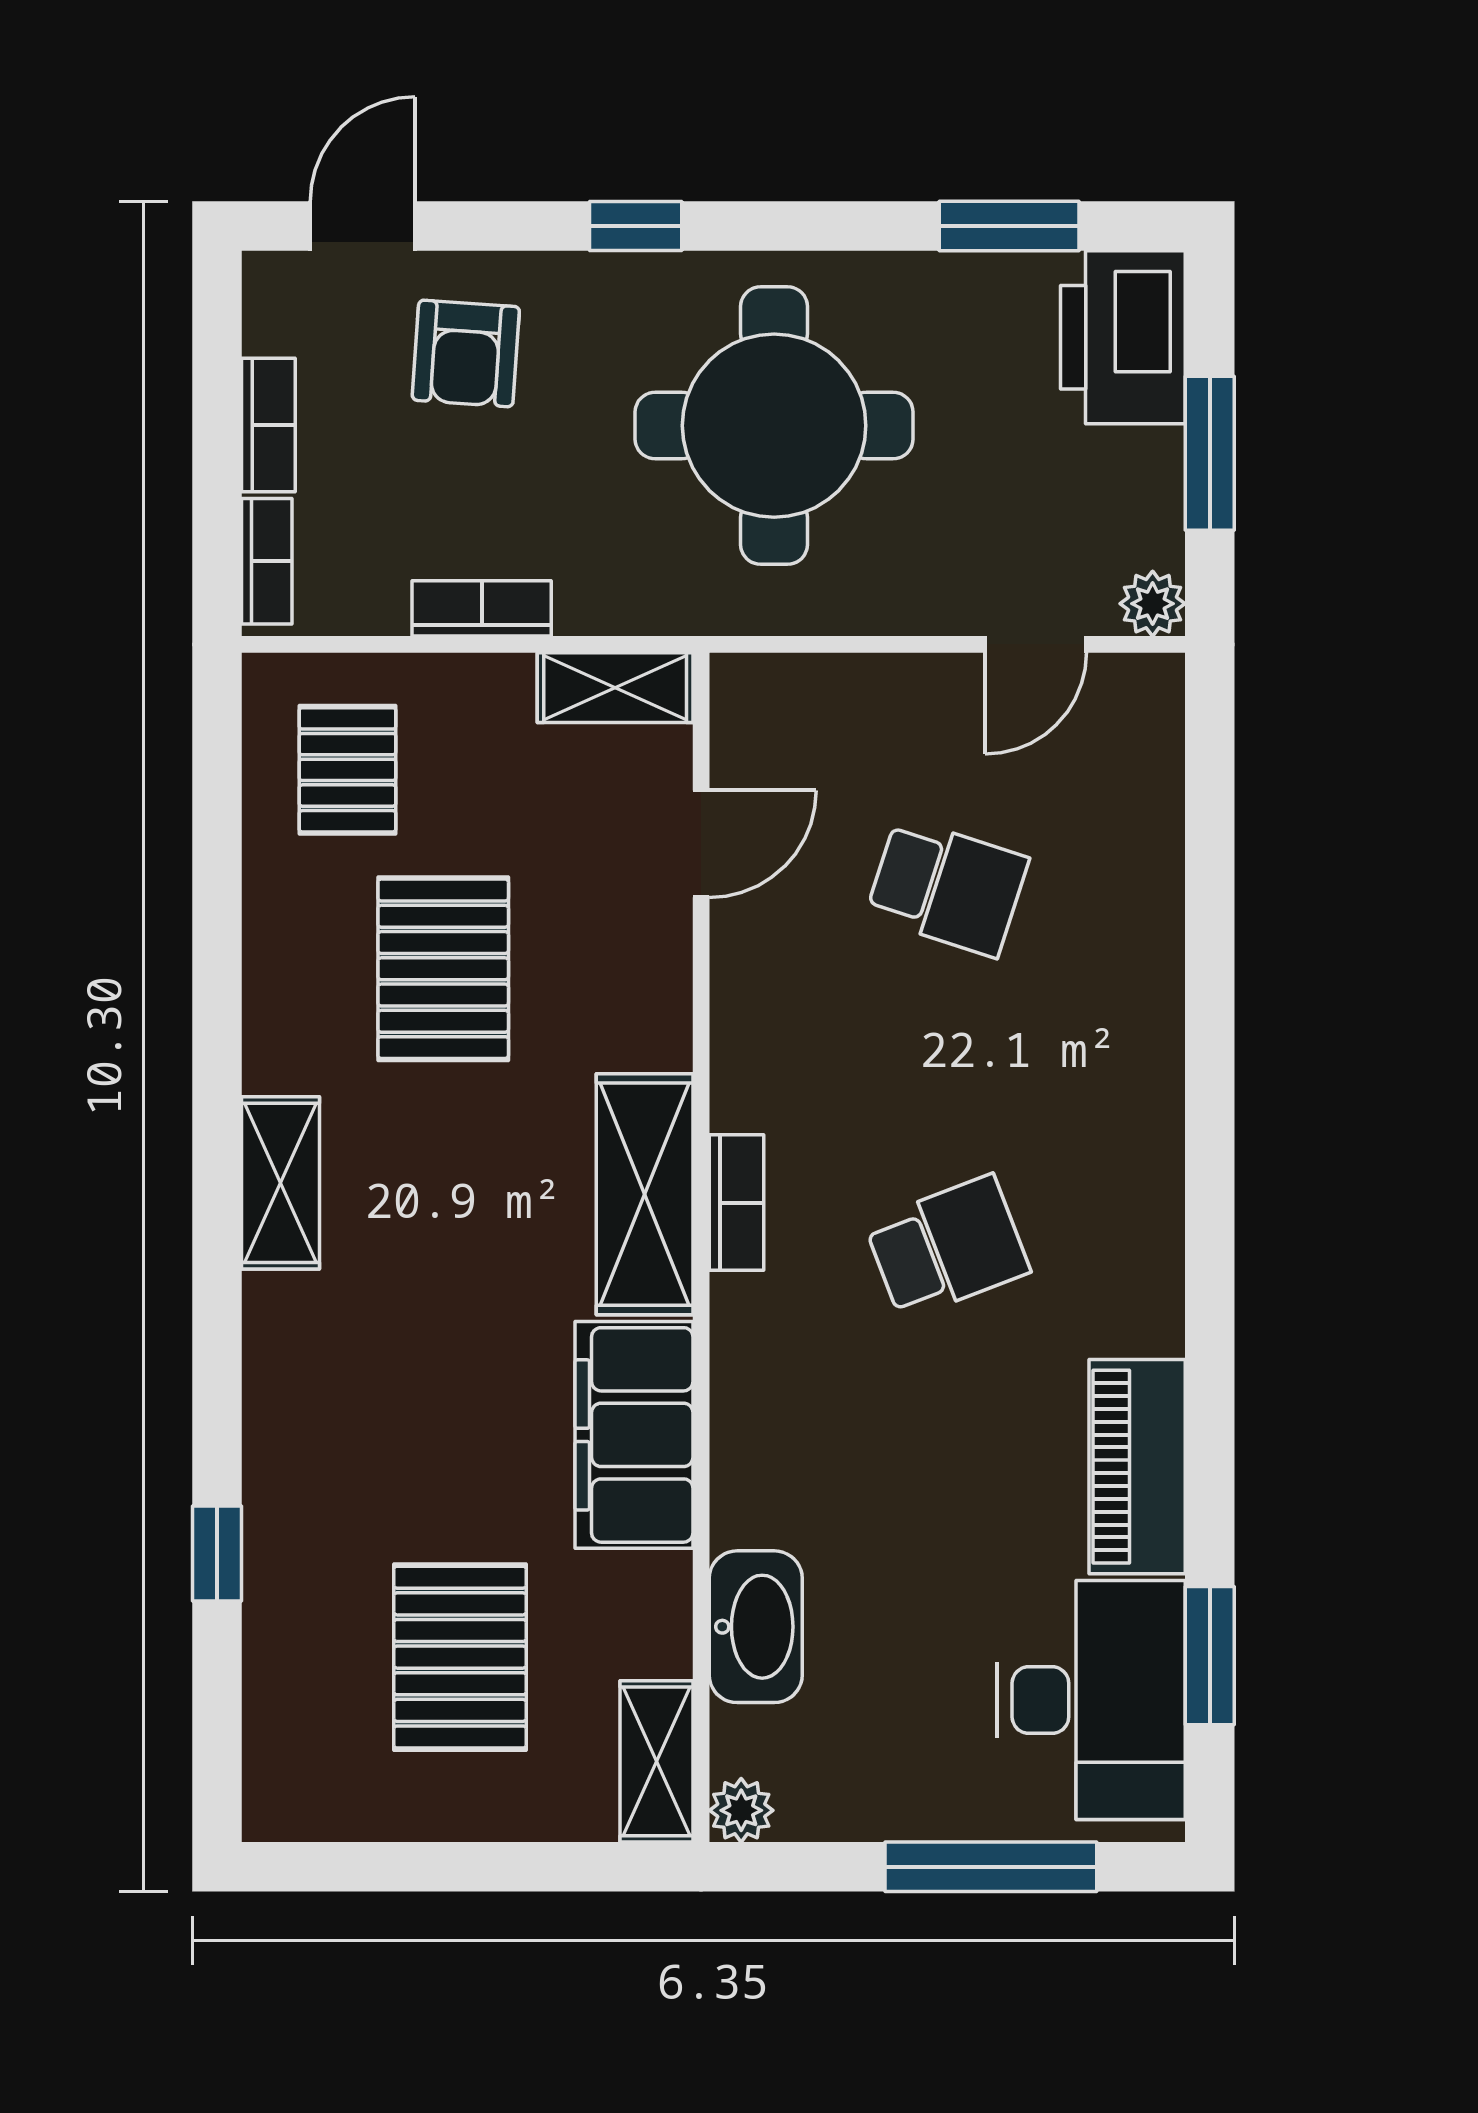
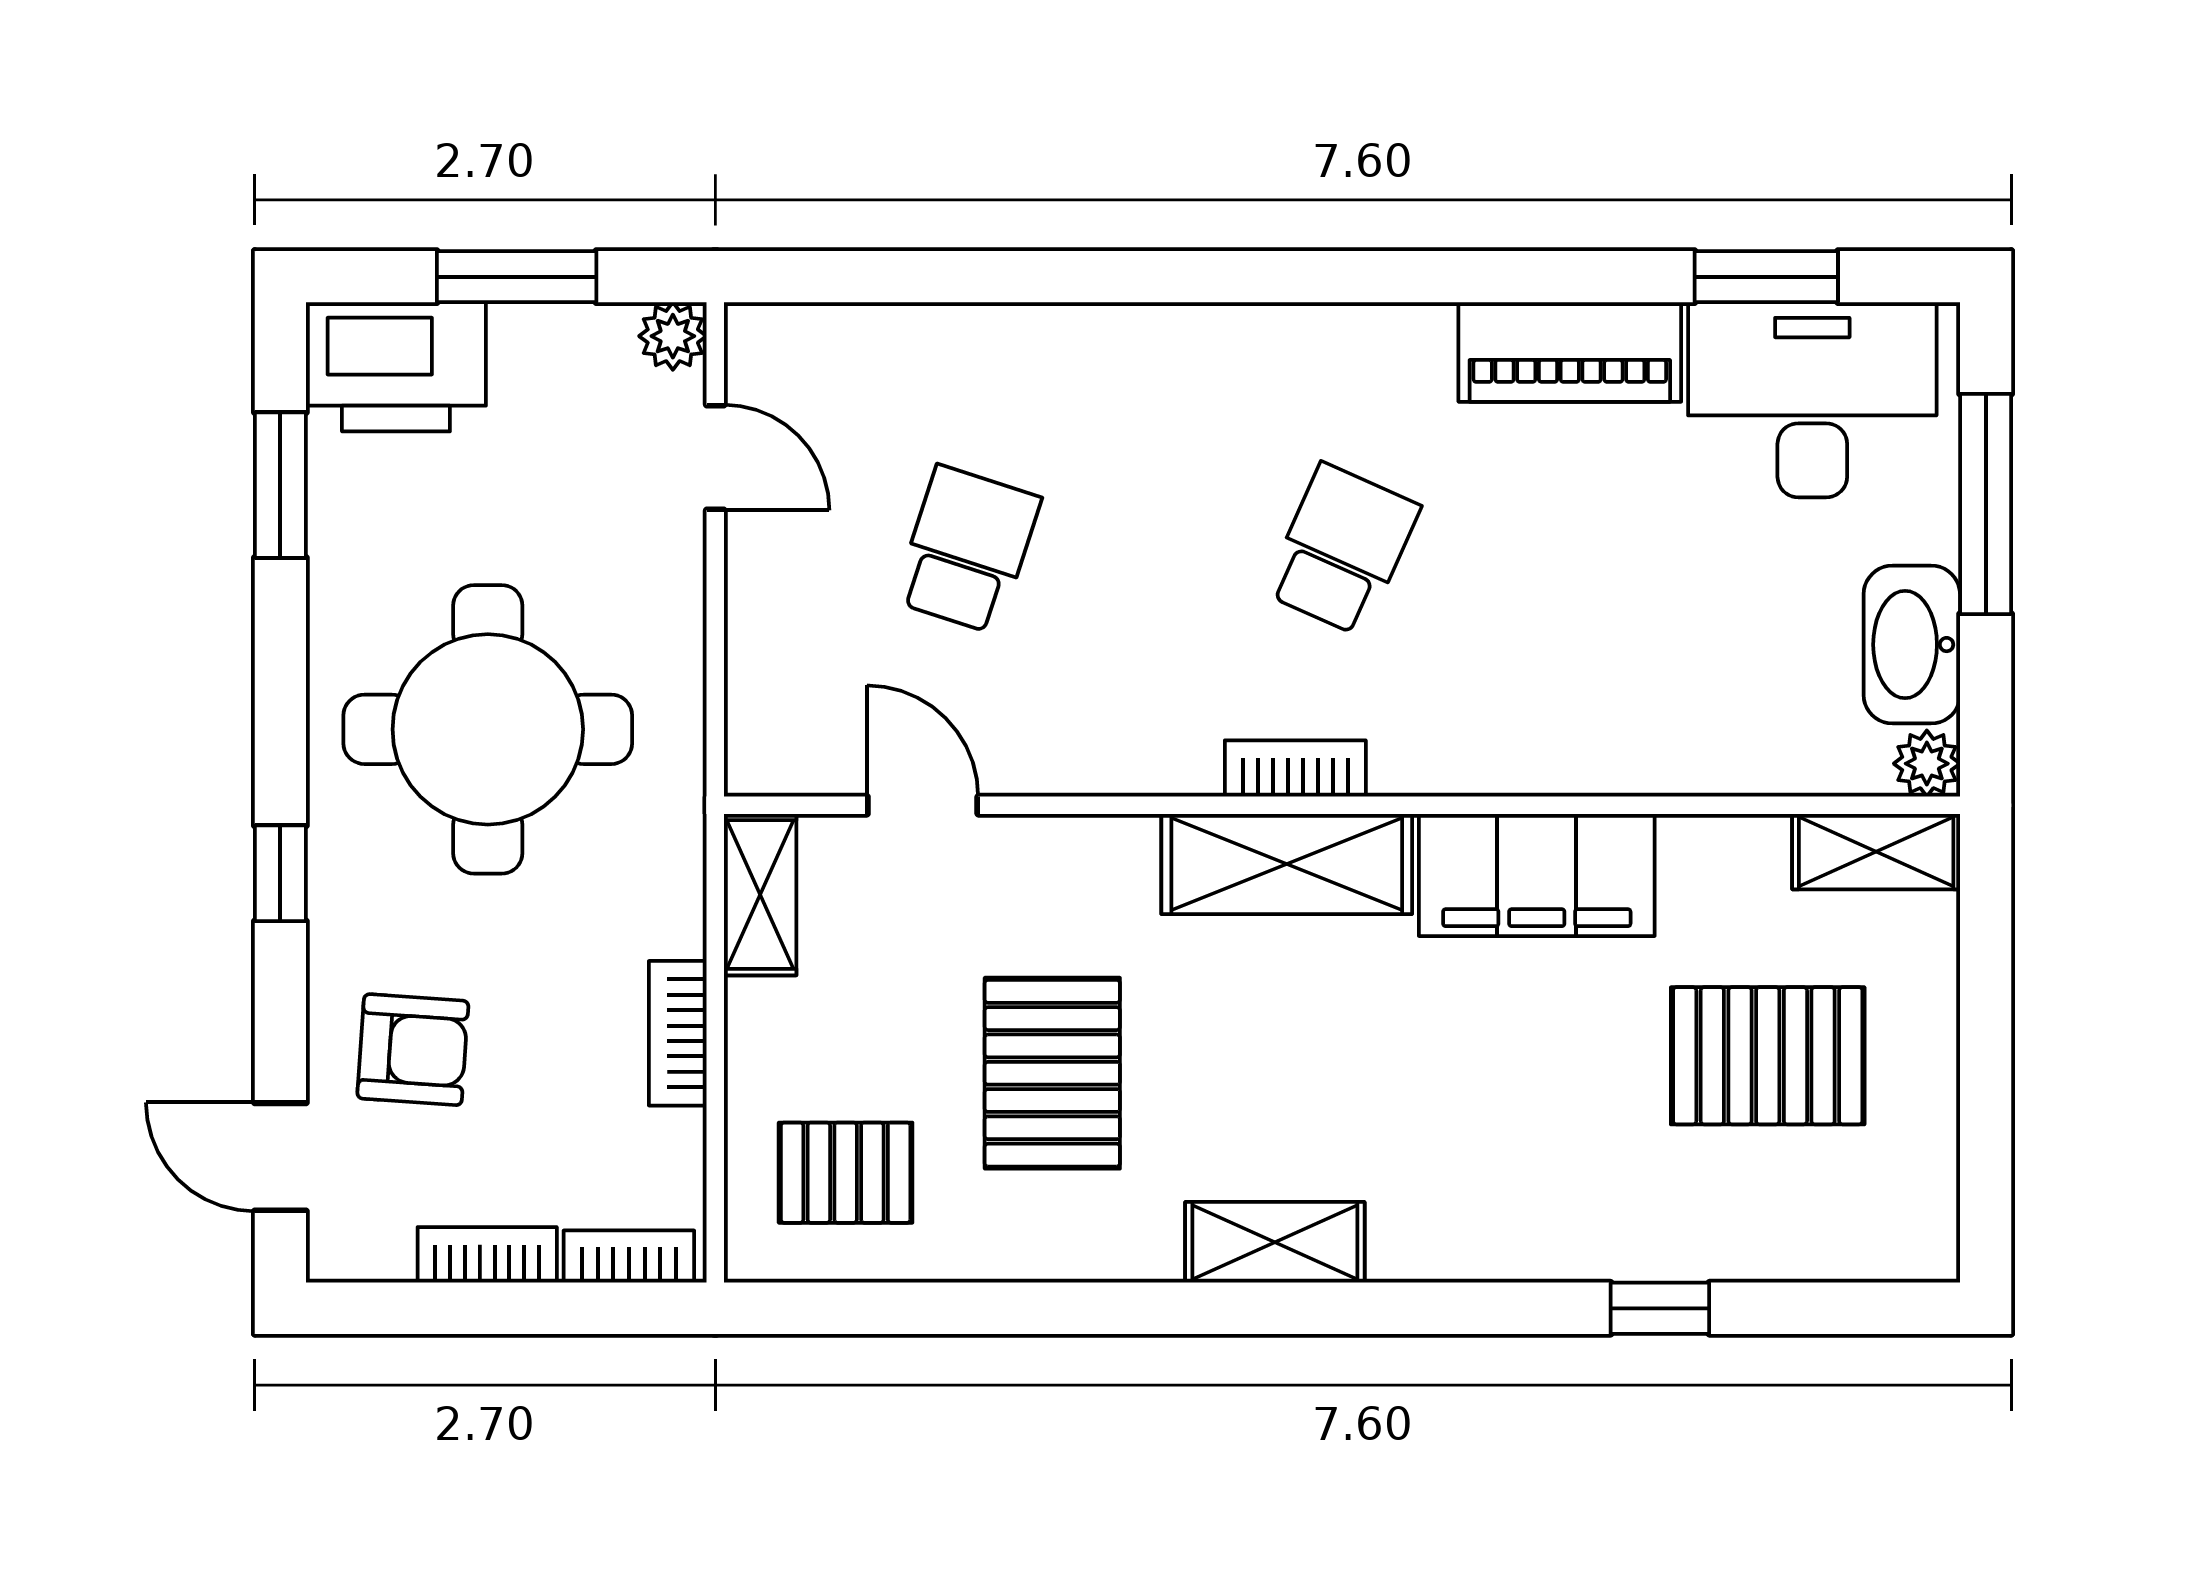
pallet: (443, 969) -> (1052, 1073), turned 90
school desk: (947, 1247) -> (1342, 549), turned 45
washbasin: (756, 1627) -> (1912, 645), moved, turned -90

